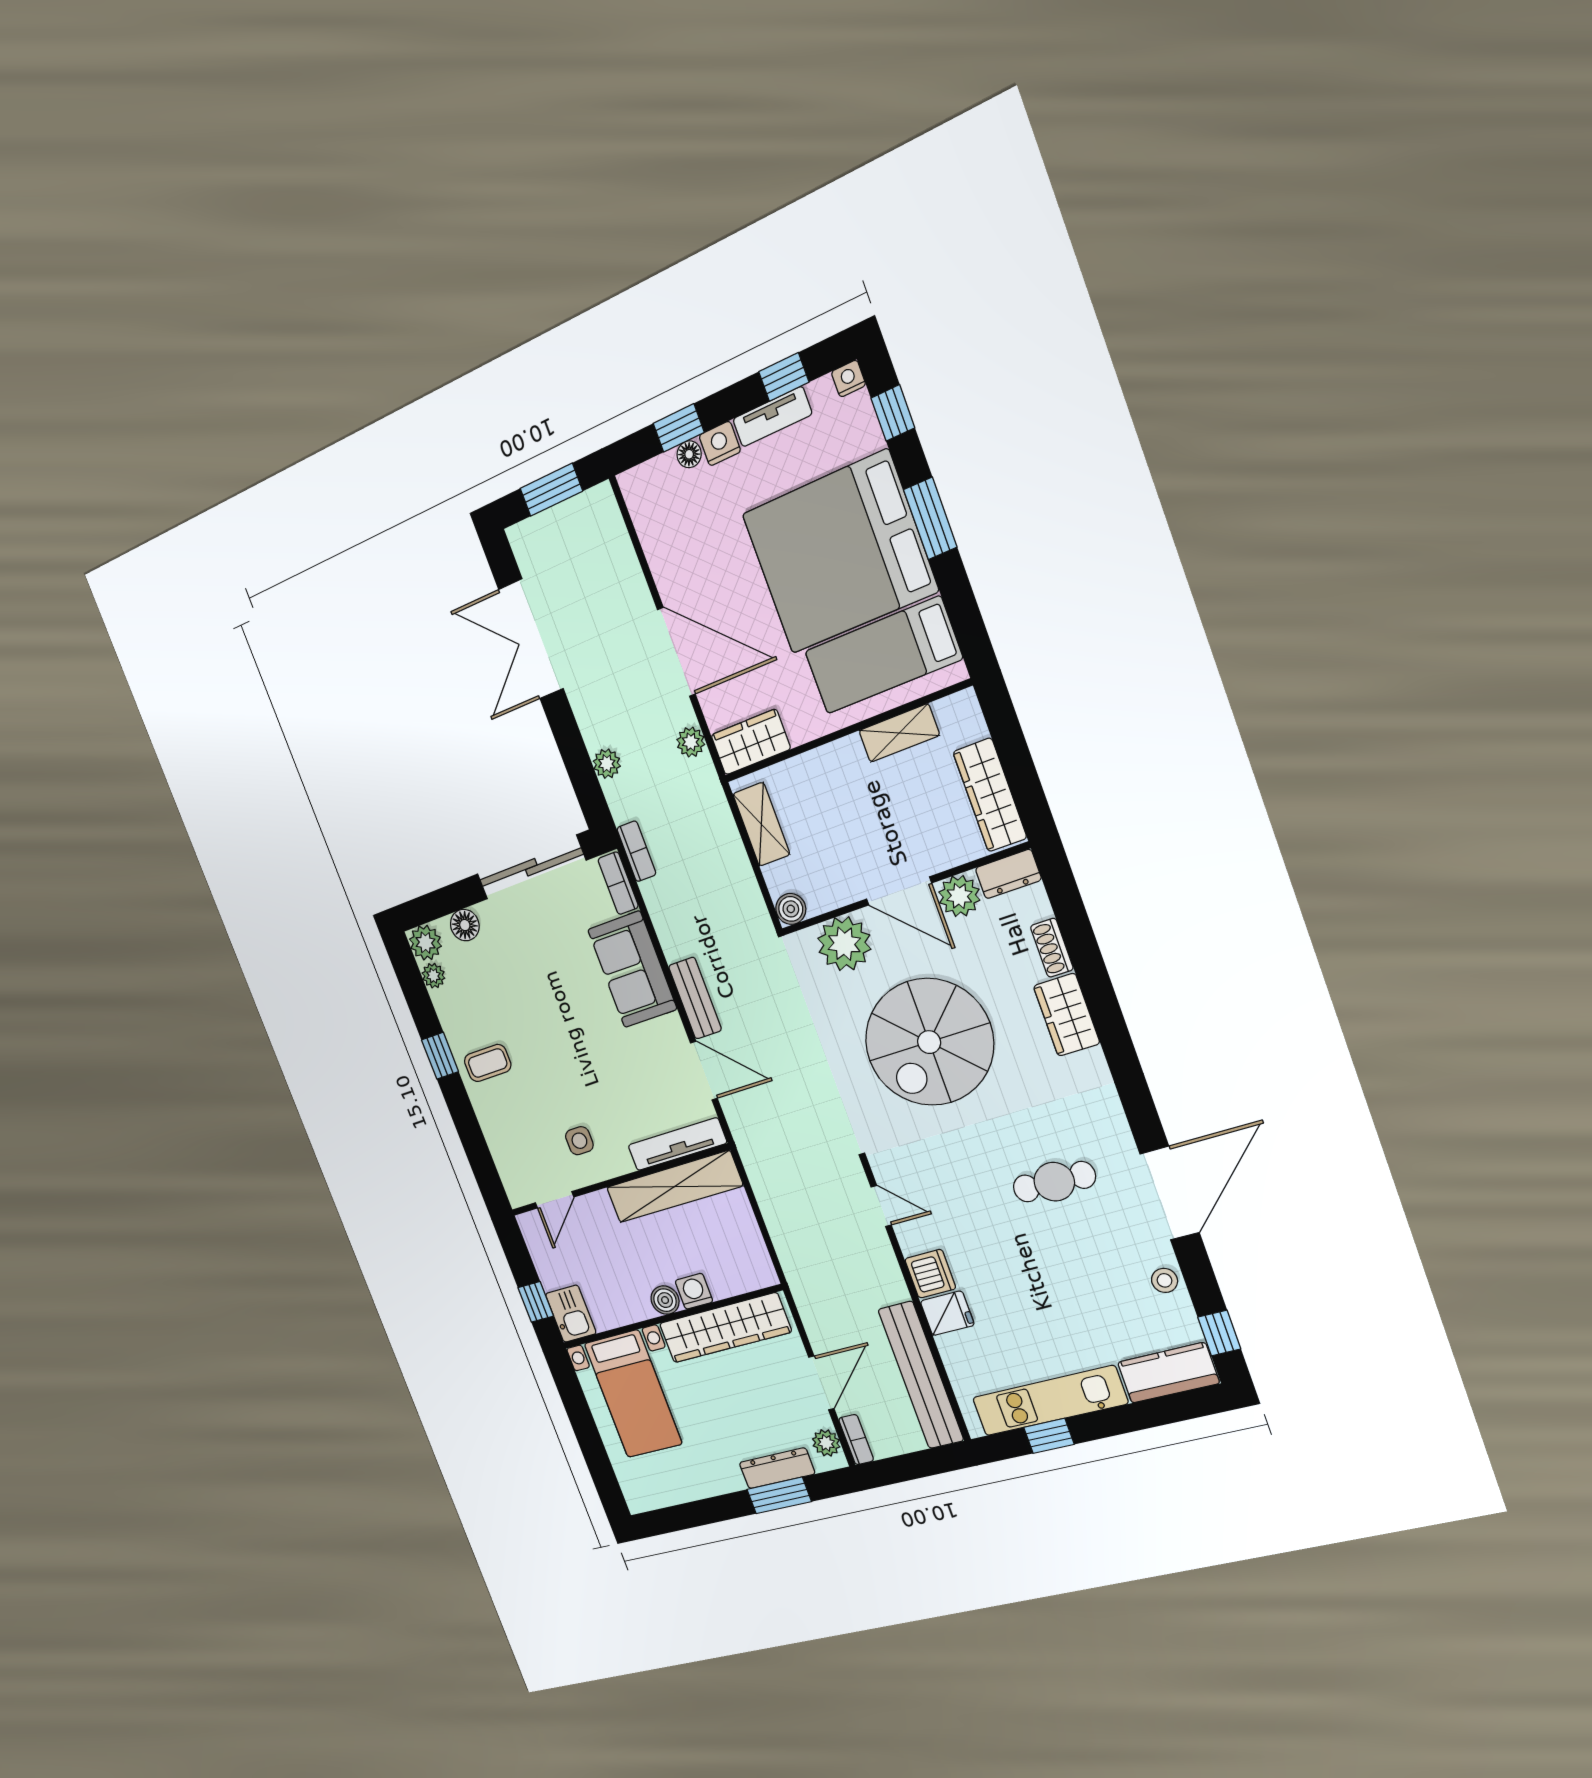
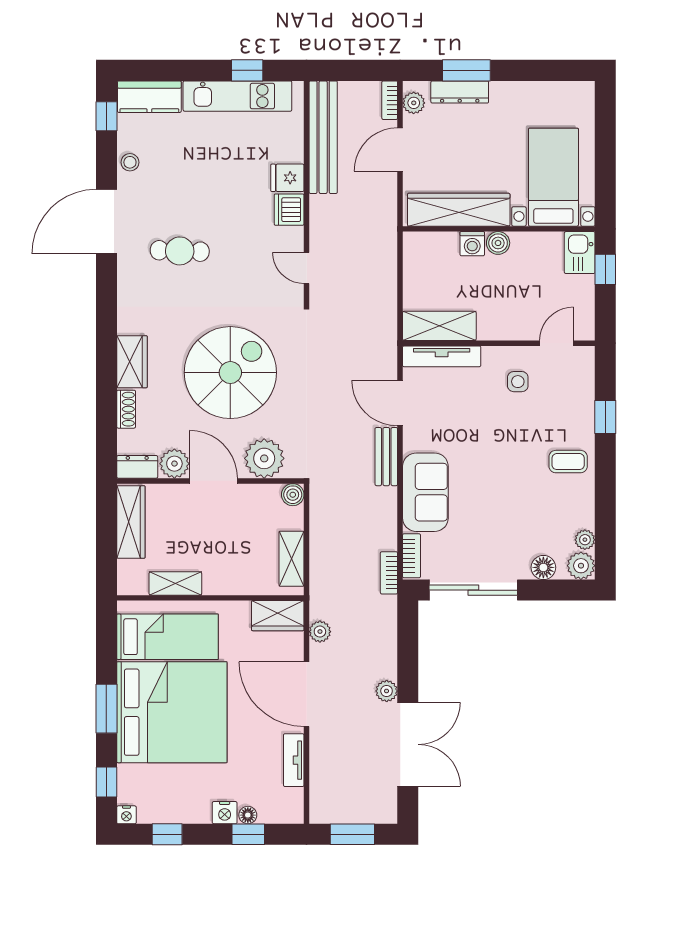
tv unit: (772, 417) -> (294, 760), moved, turned -90
plant: (607, 764) -> (387, 691), moved
window: (440, 1056) -> (605, 417), moved
shelving: (674, 1187) -> (439, 326), width x0.68

